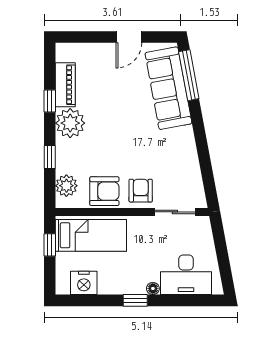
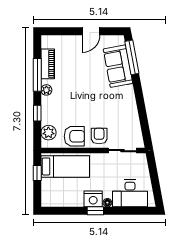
sofa: (168, 88) -> (118, 66), width x0.73
window: (50, 101) -> (37, 75), width x2.17
plant: (70, 123) -> (46, 90), width x0.53, depth x0.53
nightstand: (84, 283) -> (93, 199), moved

